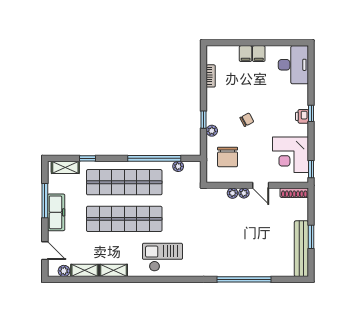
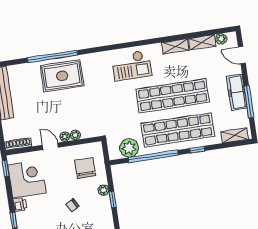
printer: (302, 116) -> (20, 205), moved
window: (88, 158) -> (197, 150), moved
plant: (178, 166) -> (129, 148), width x1.88, depth x1.88
rug: (237, 257) -> (62, 76), added

